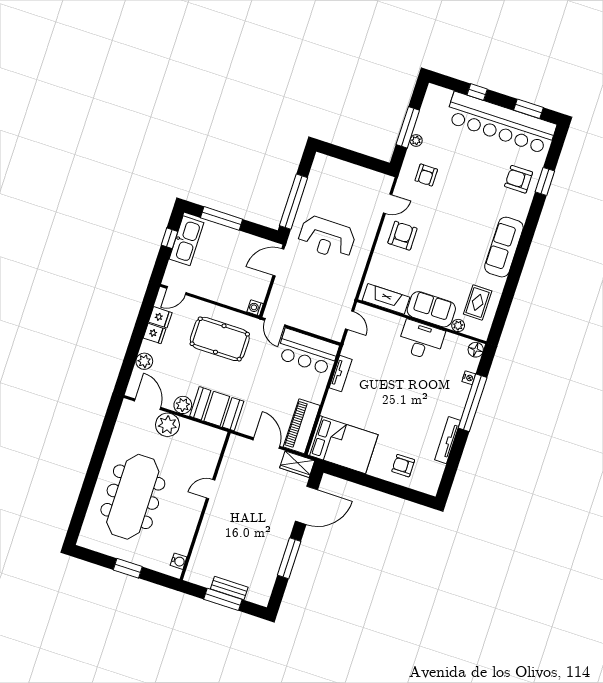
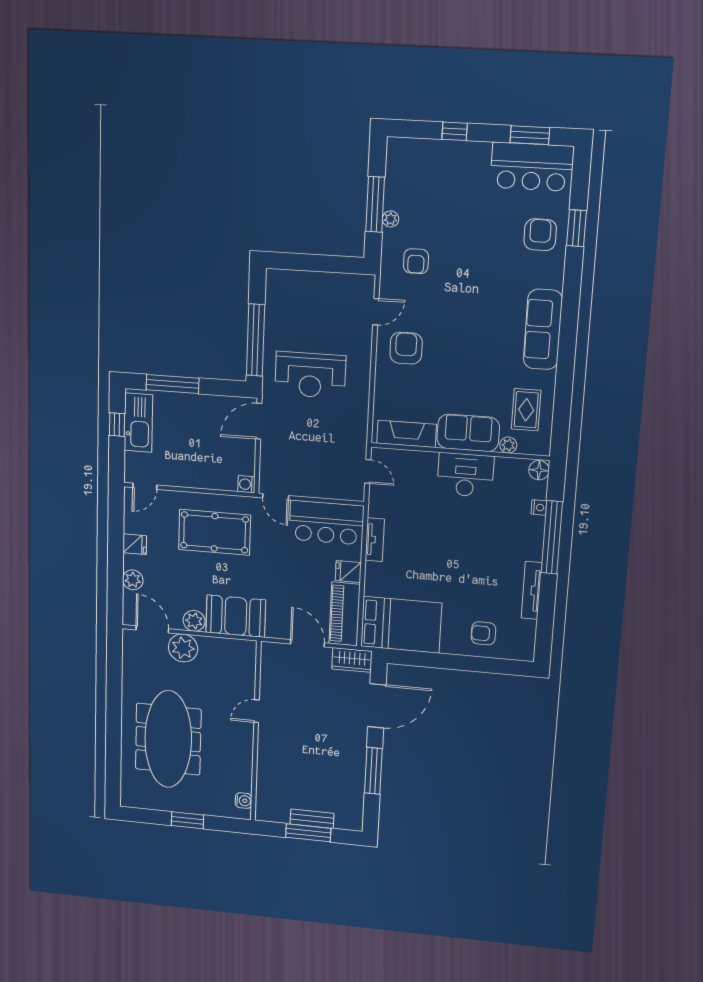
bar counter: (501, 123) -> (532, 167), width x0.54
armchair: (519, 179) -> (540, 235), turned 90
fridge: (160, 317) -> (348, 571), moved, turned 180

